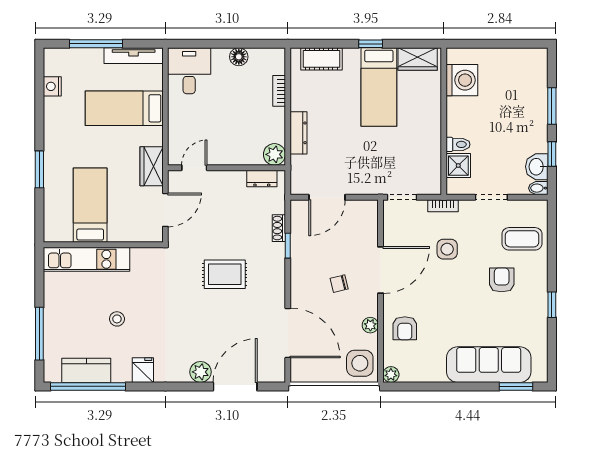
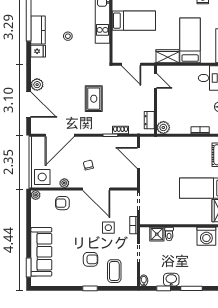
dresser: (298, 133) -> (176, 141), removed
wardrobe: (152, 166) -> (168, 56), moved
washbasin: (537, 167) -> (171, 280), moved
window: (552, 305) -> (90, 288), moved
kitchen counter: (86, 370) -> (38, 30), moved

